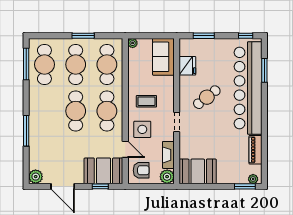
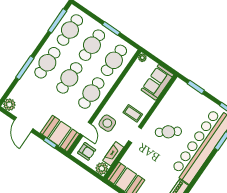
fridge: (187, 66) -> (170, 100), removed
coffee table: (146, 101) -> (133, 113), moved
cafe table: (44, 111) -> (47, 63), added

